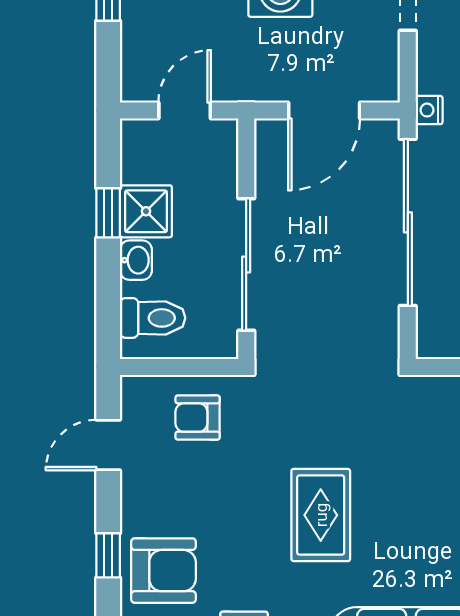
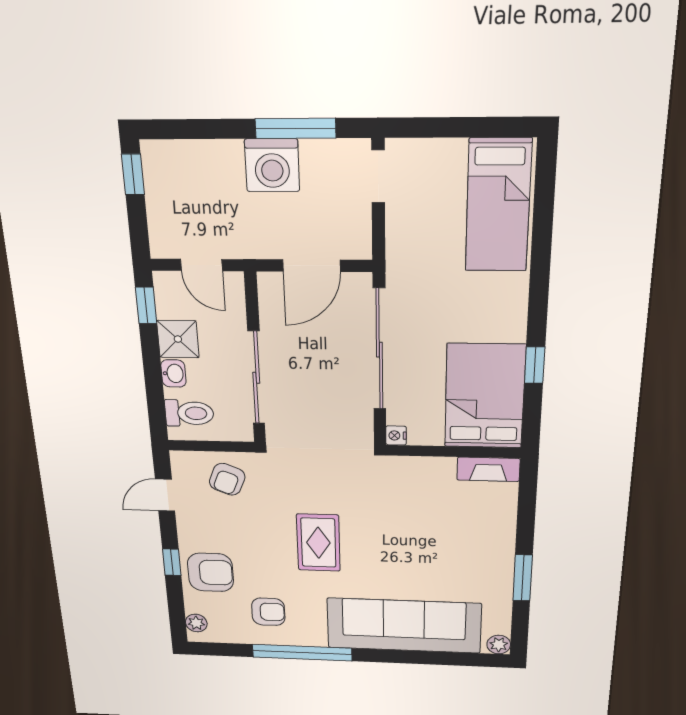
nightstand: (429, 110) -> (396, 435), moved
door: (185, 111) -> (201, 265), swing flipped
window: (108, 213) -> (146, 305), moved
armchair: (198, 418) -> (227, 479), turned -68

